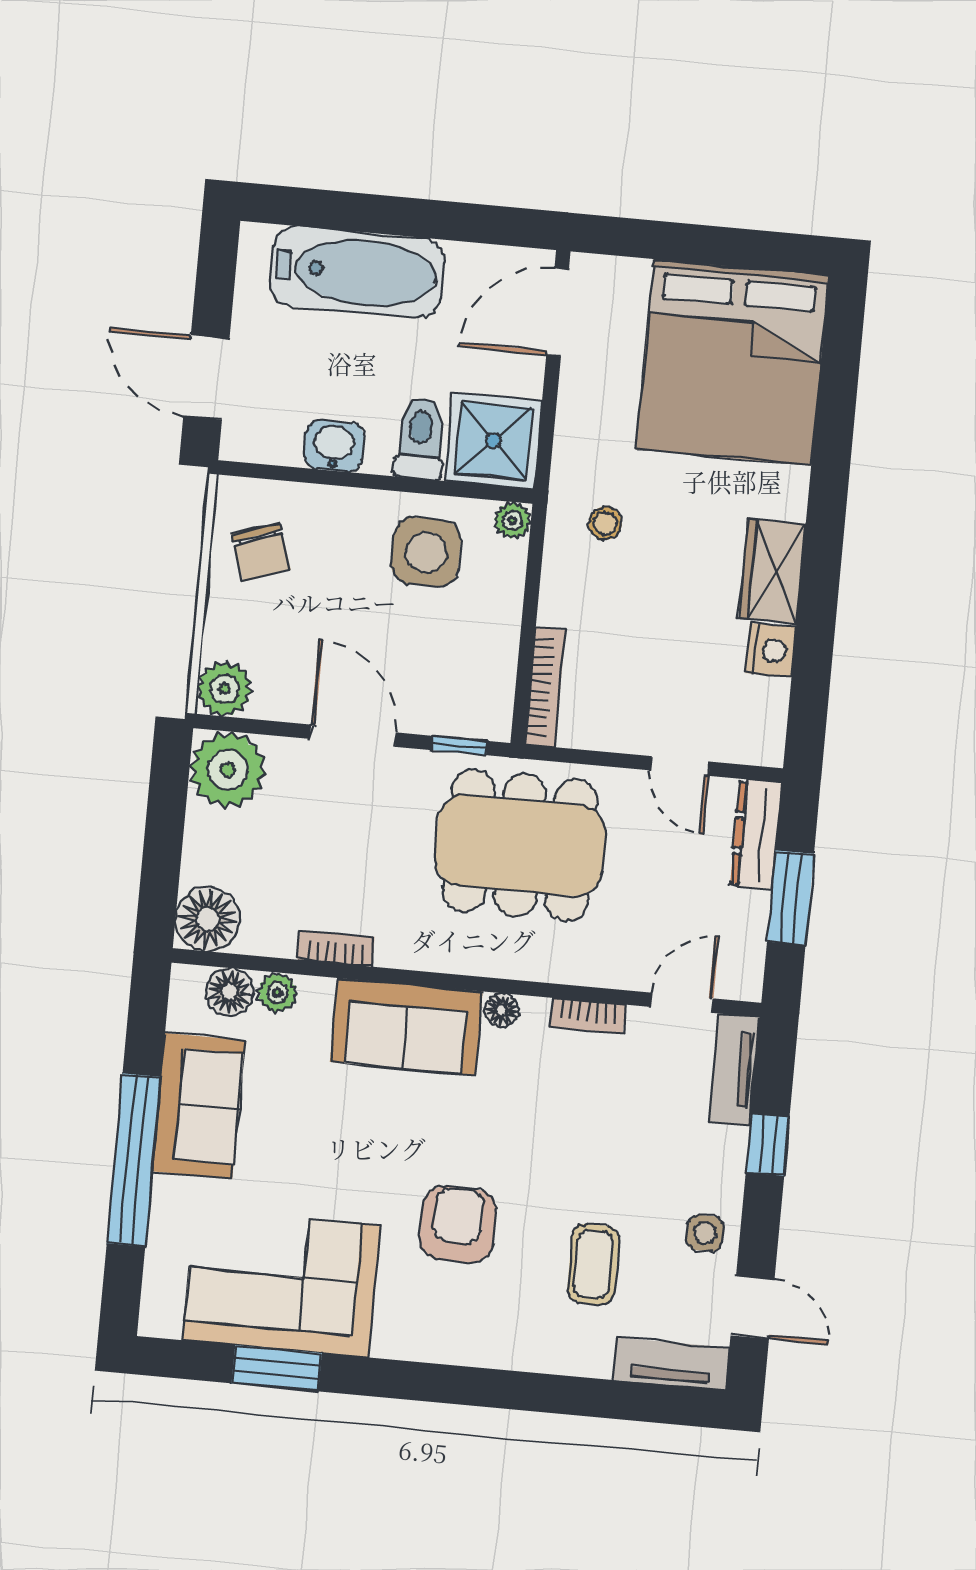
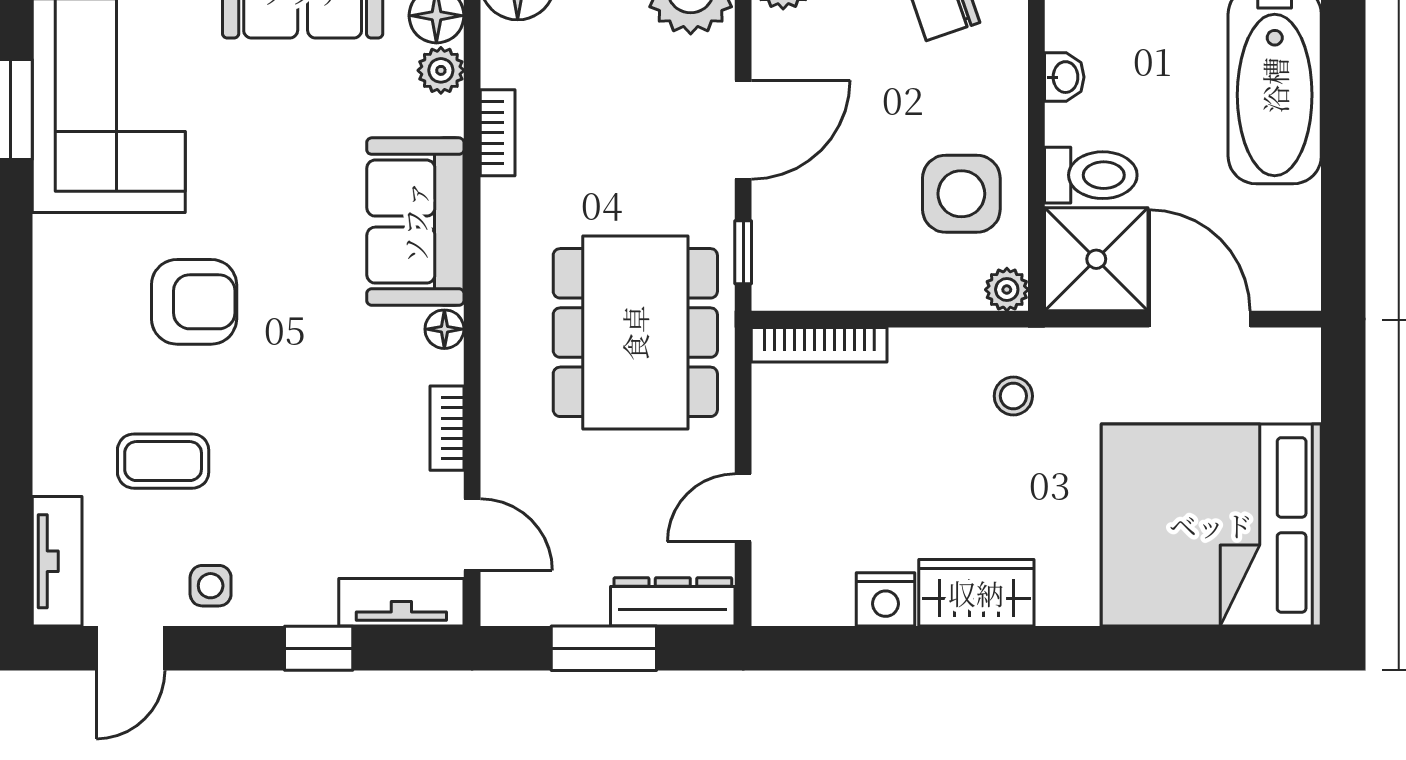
door: (558, 312) -> (1200, 319), moved
washbasin: (334, 446) -> (1064, 77), width x0.72, depth x0.69

